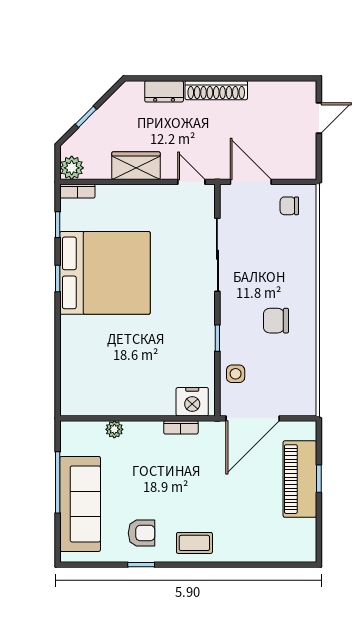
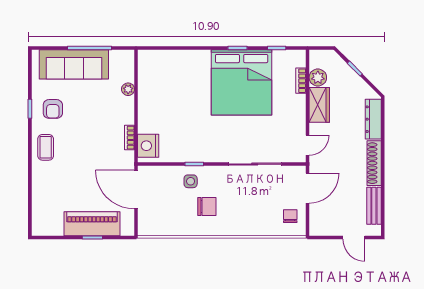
bench: (275, 90) -> (374, 206), added
dresser: (164, 91) -> (373, 119), width x1.44
plant: (72, 168) -> (318, 78), moved
bookcase: (77, 191) -> (301, 81), moved
chair: (276, 321) -> (207, 206), turned 90
side table: (236, 374) -> (191, 181), moved

